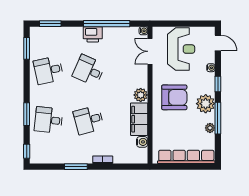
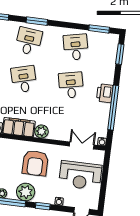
desk: (89, 70) -> (71, 85), turned -36

